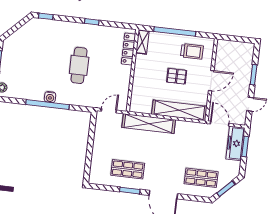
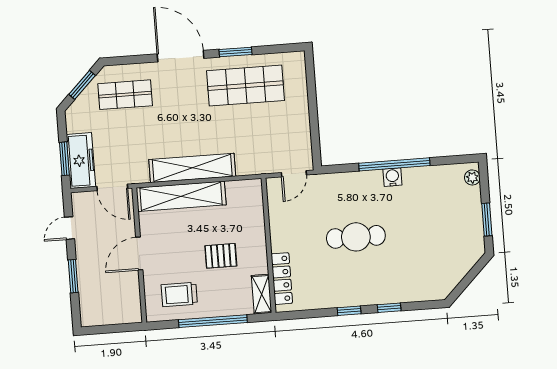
window: (46, 16) -> (389, 308), moved
cafe table: (79, 65) -> (356, 237), turned 90
pallet: (177, 76) -> (221, 256), moved
shelving: (149, 124) -> (192, 168), moved
shop shelf: (128, 169) -> (246, 86), width x1.43, depth x1.36

